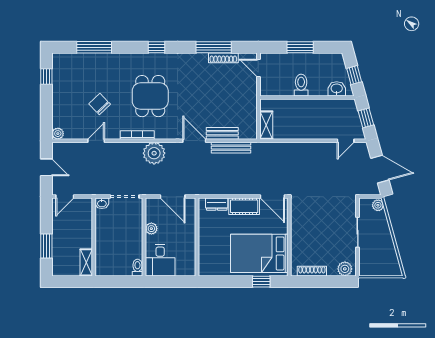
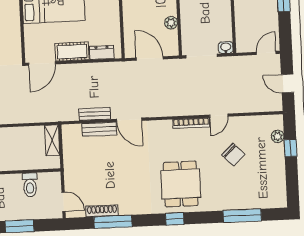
window: (46, 77) -> (291, 148), moved
toilet: (301, 85) -> (30, 185), moved
dining table: (150, 96) -> (181, 184), moved
plant: (58, 134) -> (278, 136), moved
door: (96, 141) -> (219, 116), moved
bench: (231, 148) -> (95, 114), width x0.73
plant: (154, 153) -> (172, 104), removed
door: (272, 197) -> (42, 64), swing flipped

